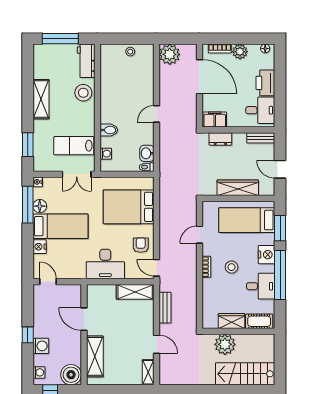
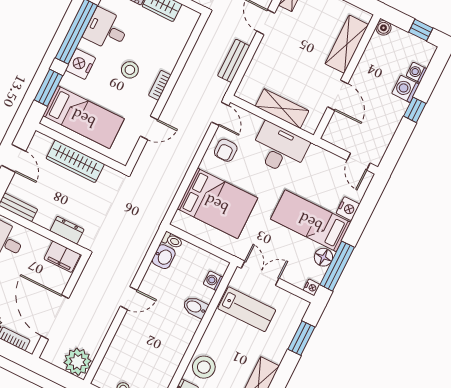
shelving: (135, 292) -> (282, 108), moved
washing machine: (39, 372) -> (417, 72), moved
boiler: (71, 375) -> (383, 28), width x0.54, depth x0.54

